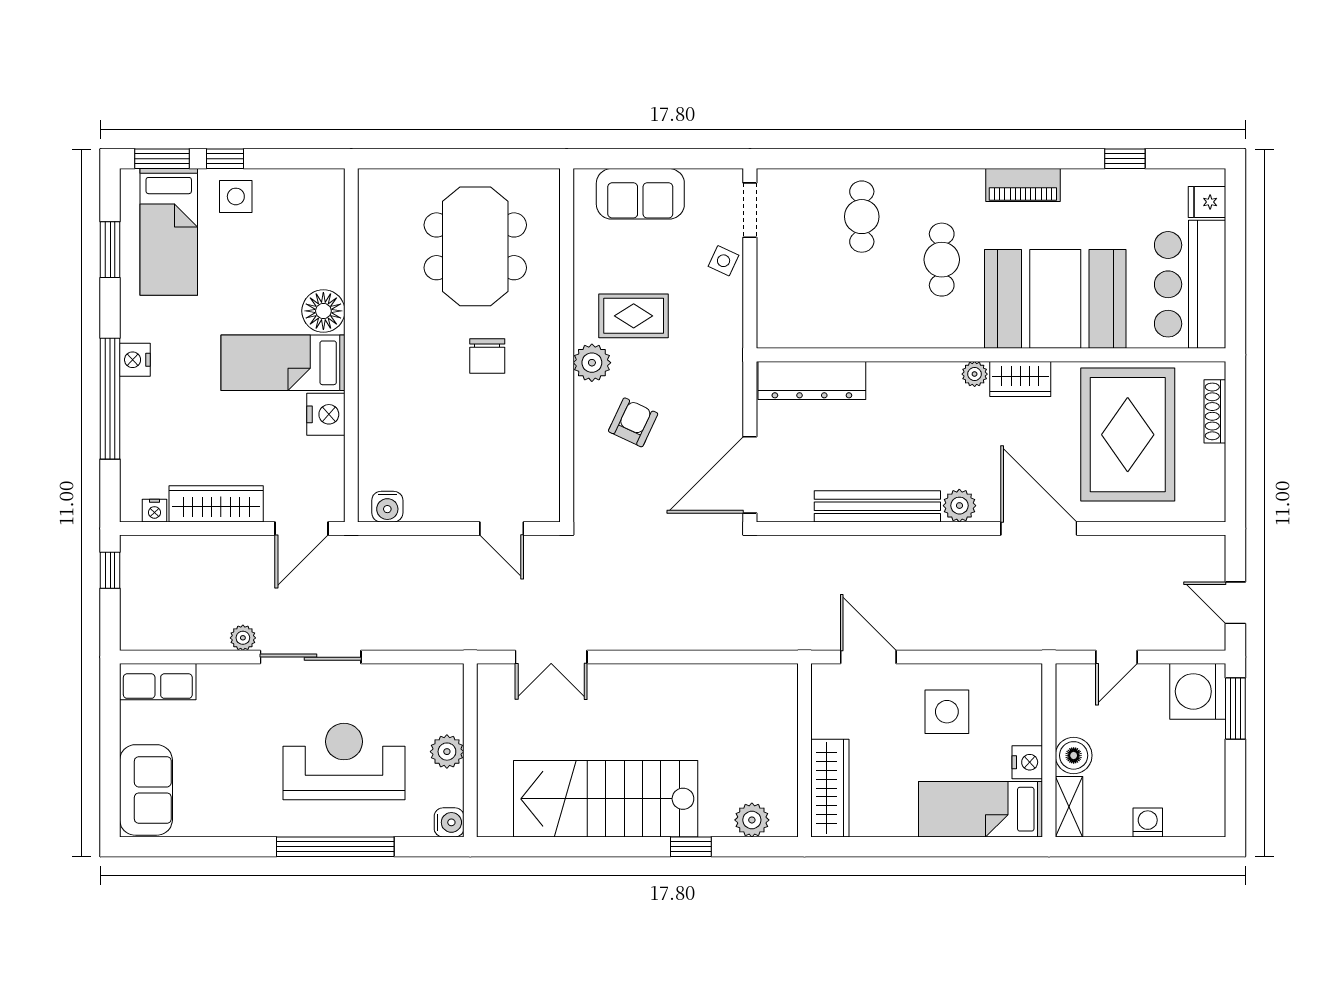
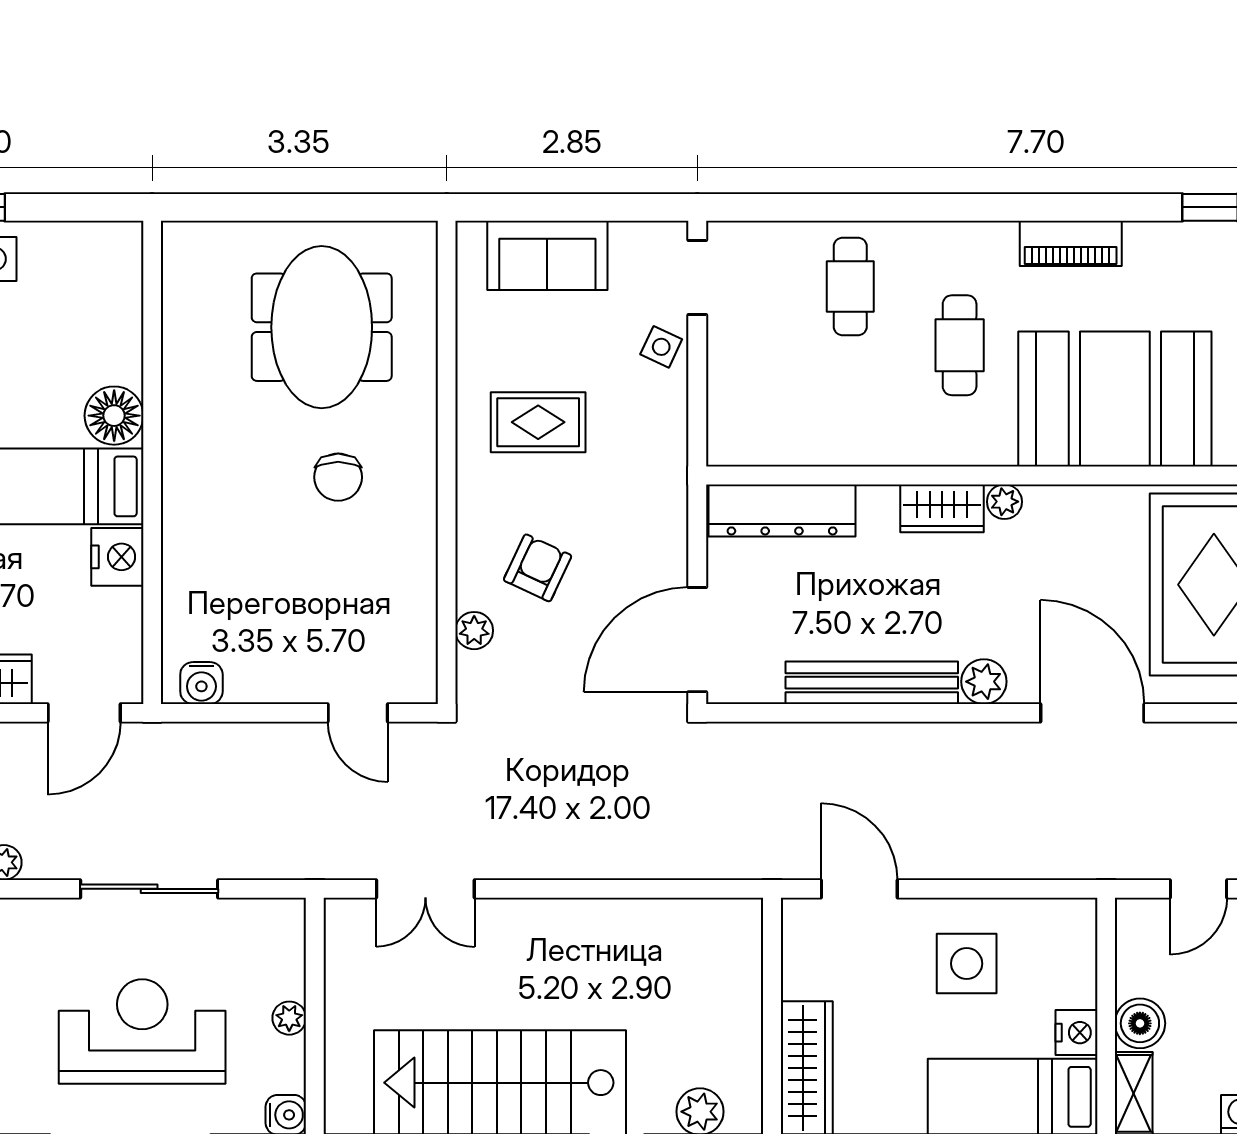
plant: (592, 363) -> (474, 631), moved, width x0.73, depth x0.73
wardrobe: (1020, 379) -> (942, 508), moved
sliding door: (311, 657) -> (149, 889), moved
plant: (447, 752) -> (289, 1018), width x0.73, depth x0.73

